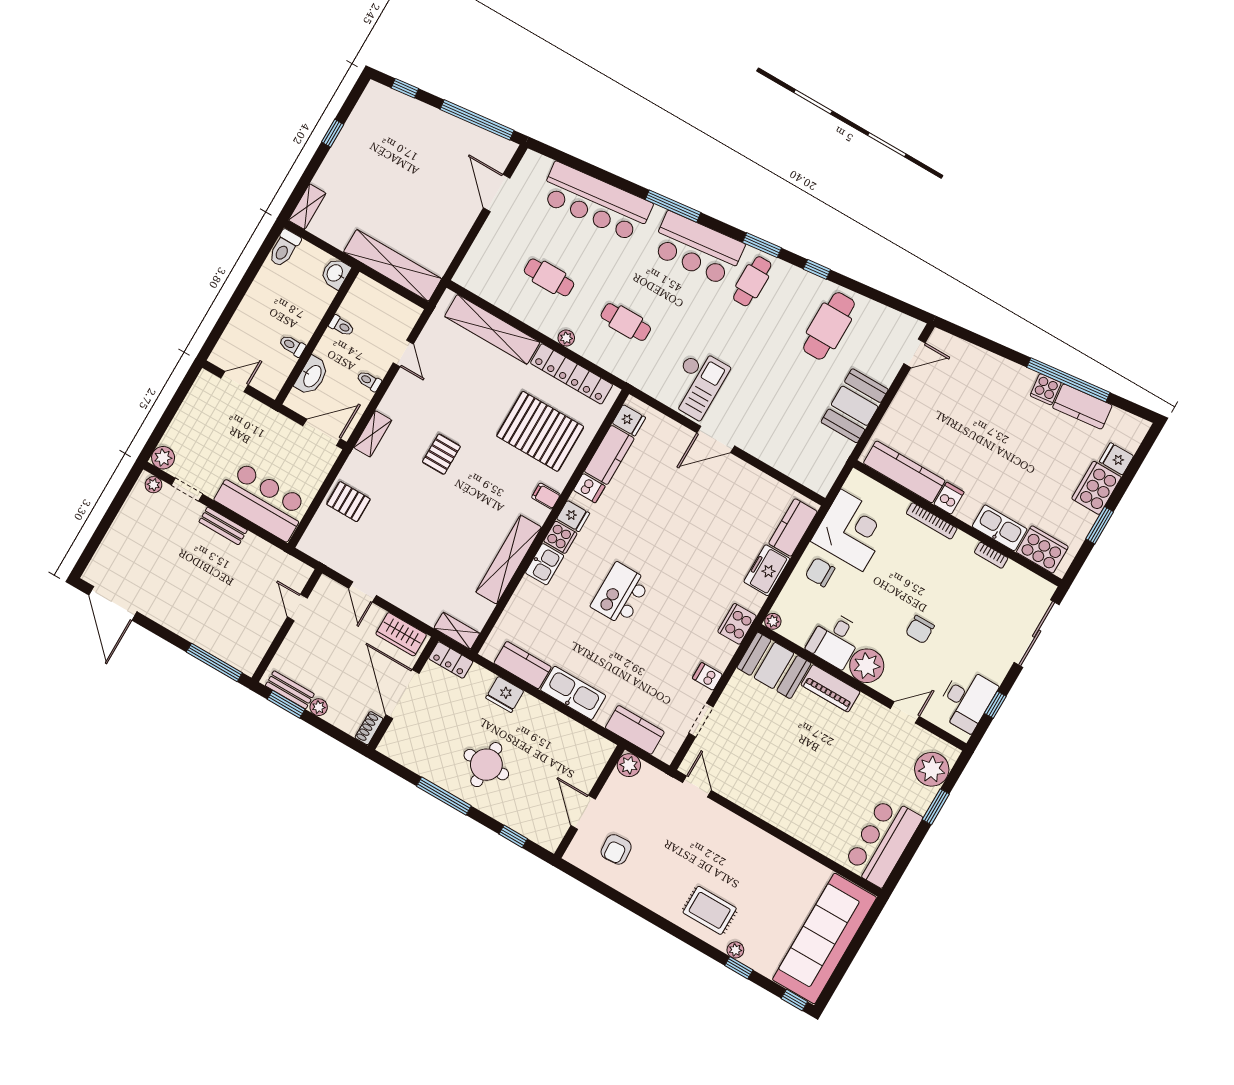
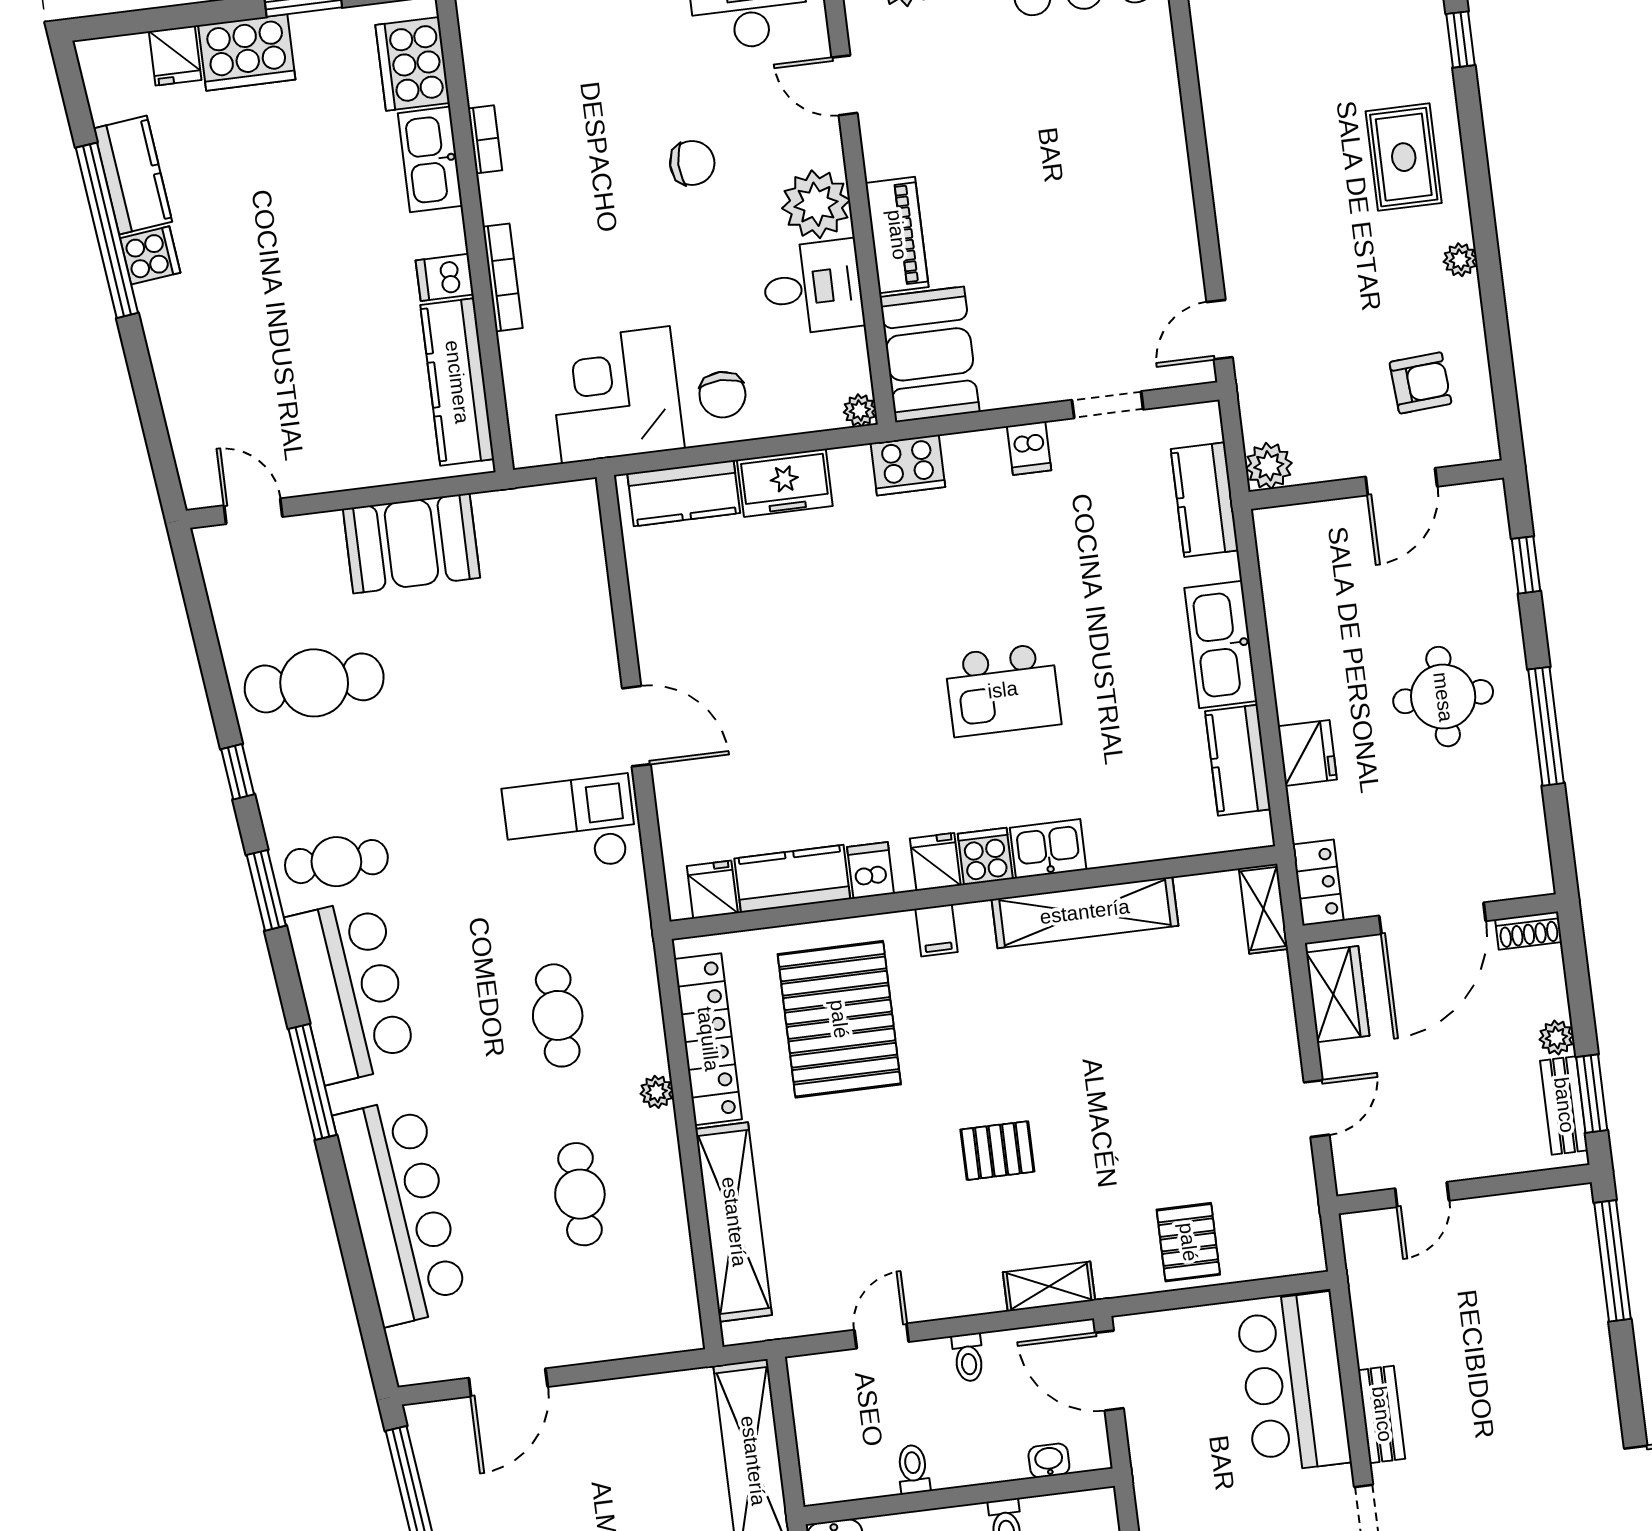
washbasin: (312, 376) -> (1049, 1461), width x0.52, depth x0.69
plant: (735, 950) -> (1460, 260), moved

